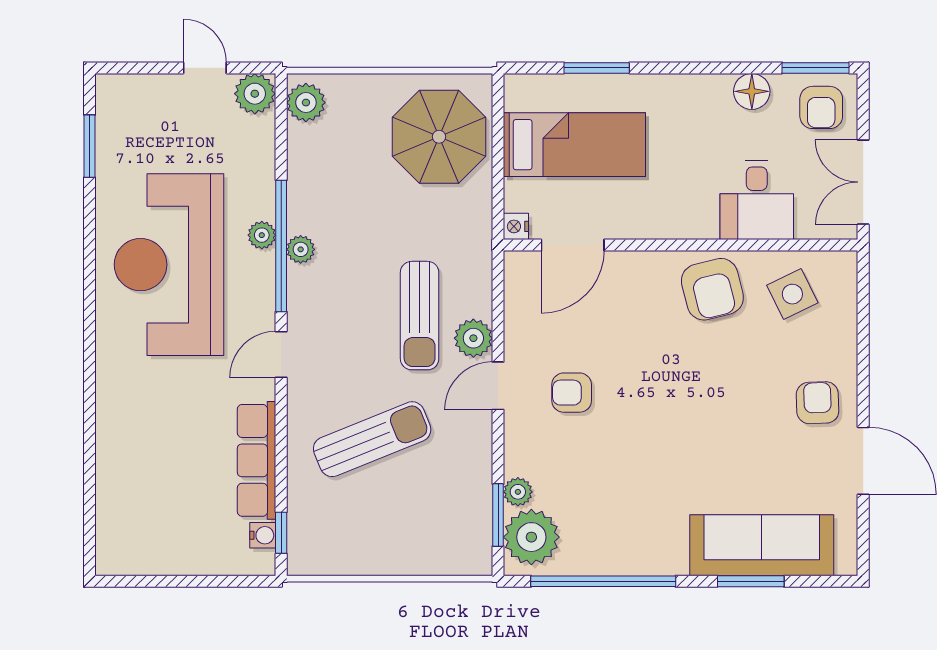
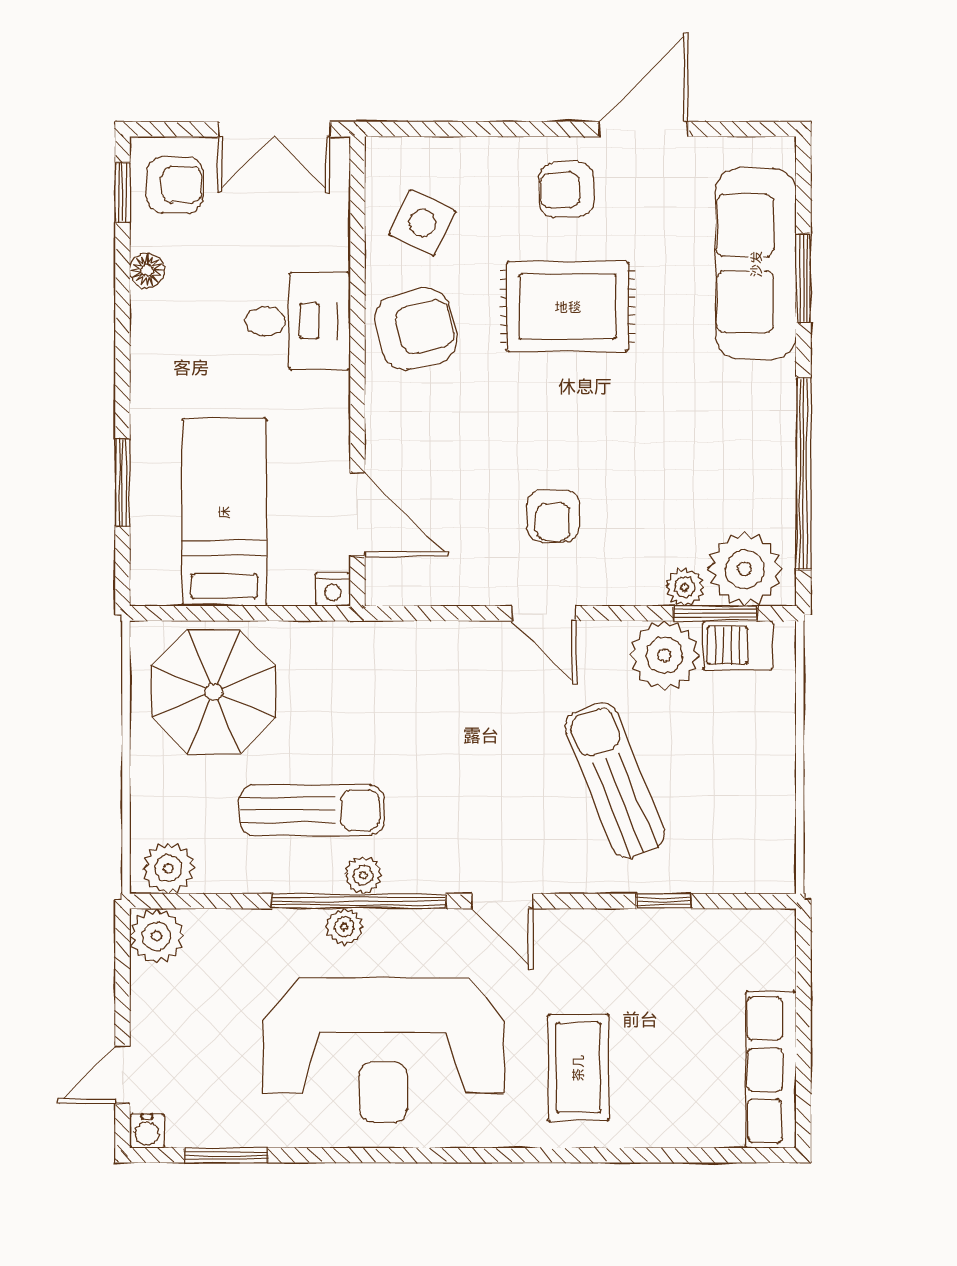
door: (205, 68) -> (122, 1075), moved
window: (816, 68) -> (122, 192), width x0.67
floor lamp: (752, 91) -> (147, 270), width x0.73, depth x0.73
desk: (757, 200) -> (298, 321), moved
side table: (792, 294) -> (422, 223), turned -38
sun lounger: (420, 316) -> (312, 810), moved
plant: (473, 338) -> (664, 655), moved, width x1.36, depth x1.36
rug: (729, 403) -> (568, 307), added
coffee table: (156, 412) -> (578, 1068), added
row of seats: (257, 460) -> (771, 1070), moved, turned 90
barbecue: (474, 532) -> (738, 645), added
window: (281, 533) -> (663, 901), moved
water cooler: (263, 535) -> (147, 1131), moved, turned 180

